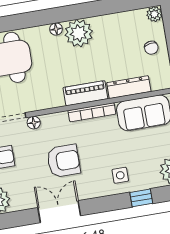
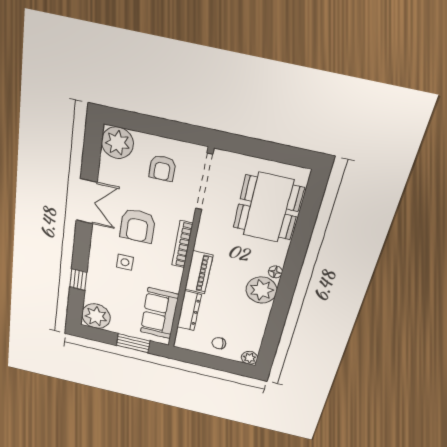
bookcase: (92, 112) -> (182, 244), moved
floor lamp: (34, 123) -> (188, 213), removed
side table: (120, 175) -> (125, 262), moved

